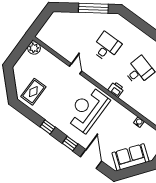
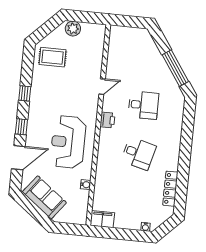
plant: (34, 48) -> (73, 29), moved
printer: (116, 89) -> (108, 120), moved
reception desk: (87, 109) -> (68, 142), moved, turned -90

